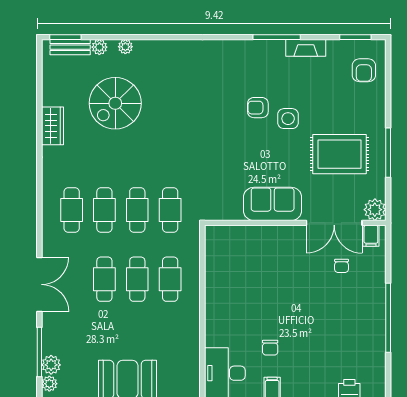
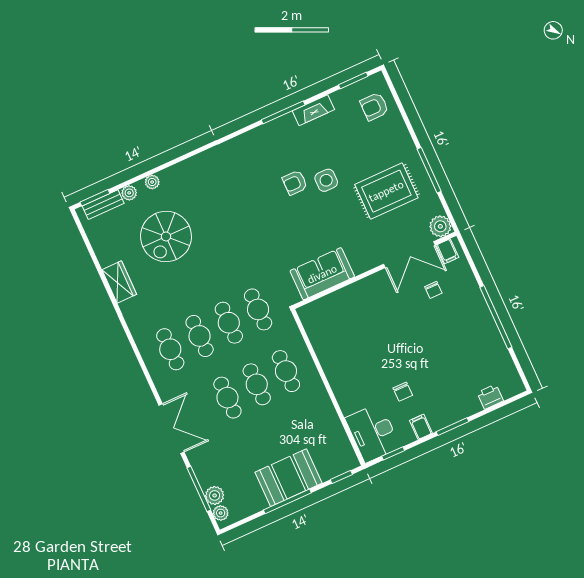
armchair: (364, 70) -> (374, 107), turned 90
sofa: (273, 204) -> (322, 274), moved

